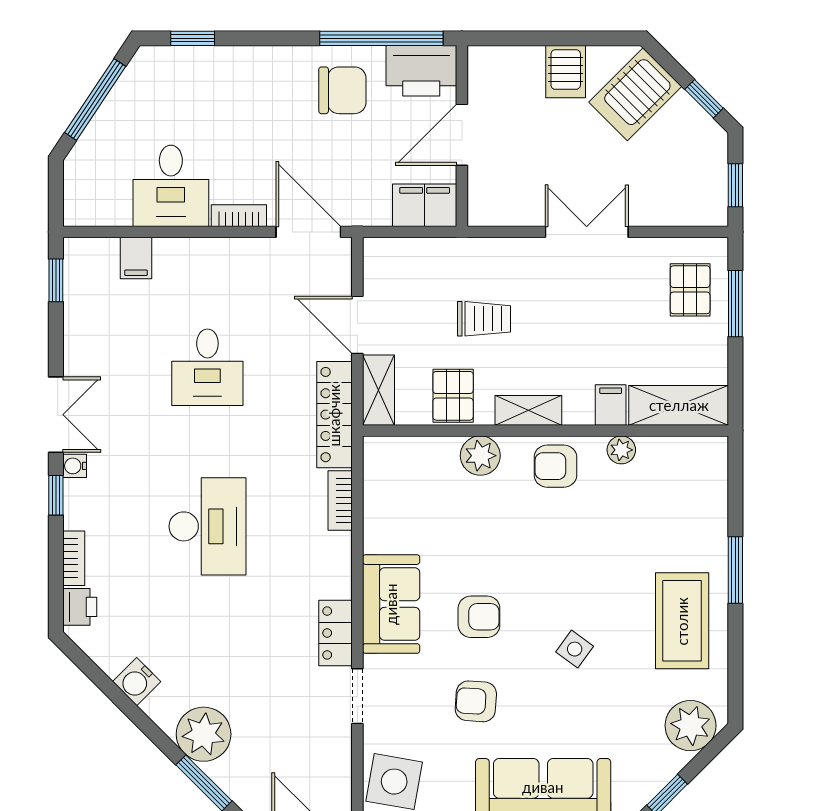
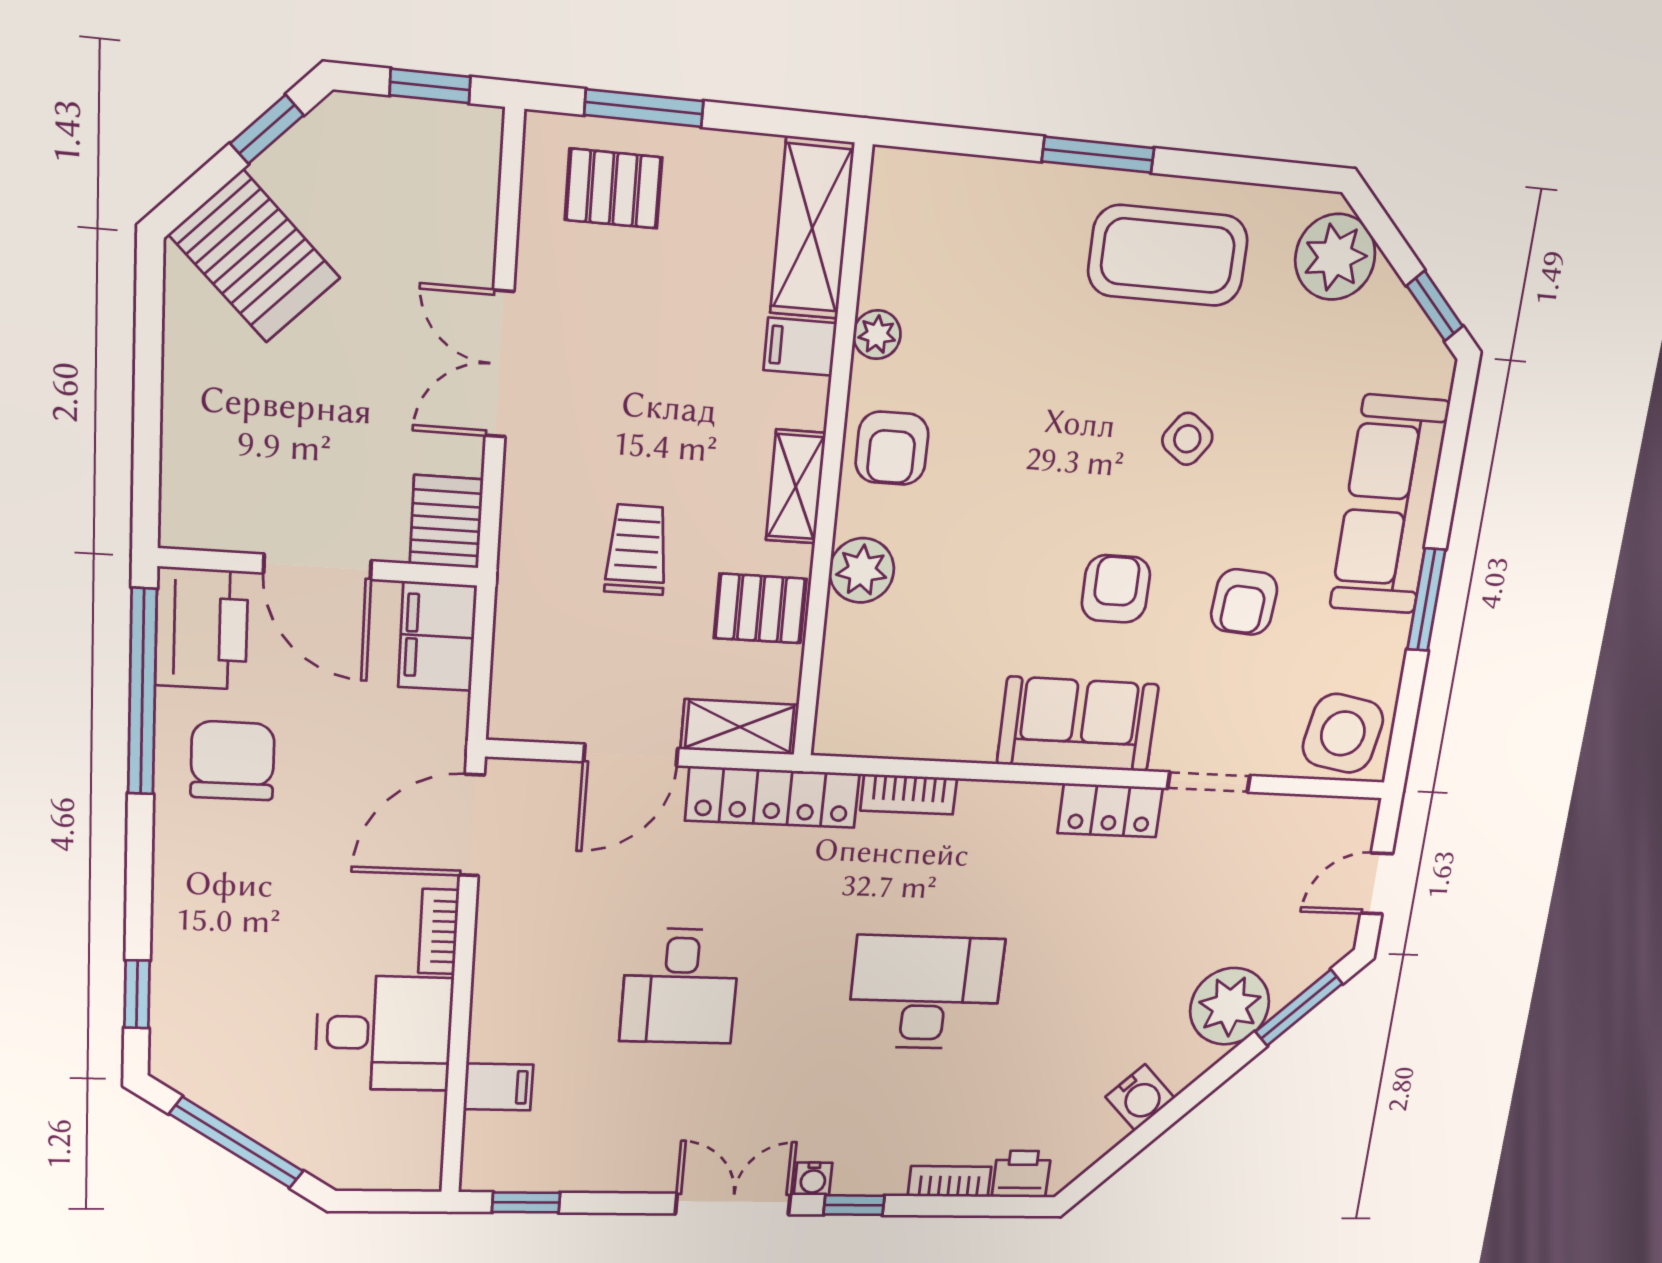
server rack: (566, 72) -> (446, 522), moved, turned -90
desk: (207, 367) -> (680, 986), turned 90

